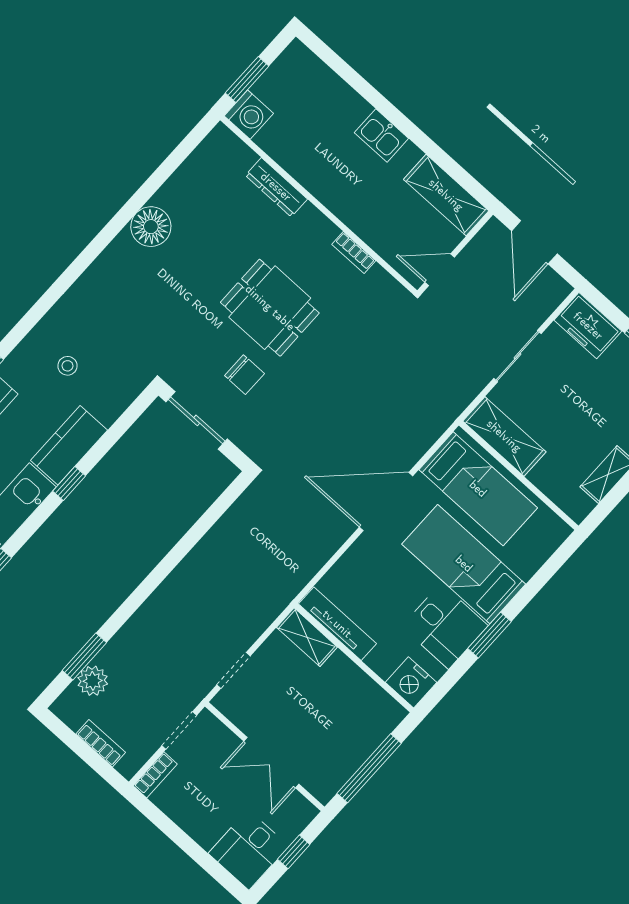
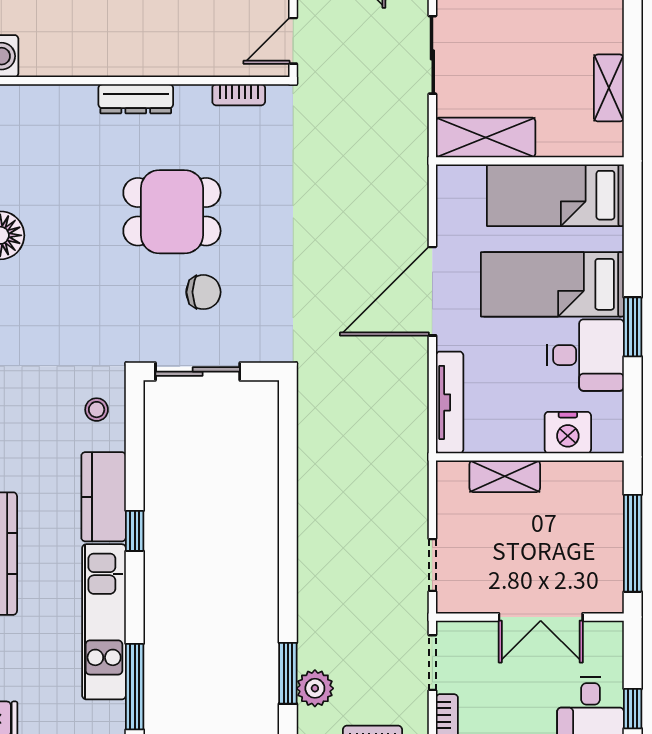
dresser: (276, 187) -> (136, 99), moved
bookcase: (354, 253) -> (239, 95), moved
stool: (67, 366) -> (97, 410), moved
bed: (478, 489) -> (555, 195), moved, turned 180
tv unit: (337, 624) -> (450, 402), moved, turned 90
shelving: (307, 637) -> (505, 476), moved
nightstand: (411, 682) -> (568, 433), moved
window: (294, 852) -> (633, 709), moved

